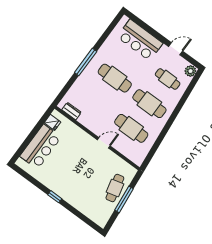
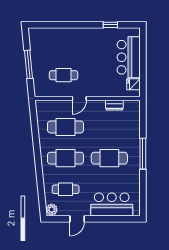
dresser: (72, 111) -> (114, 105), moved
cafe table: (115, 188) -> (64, 75), moved, turned -76
window: (55, 197) -> (110, 25), moved

